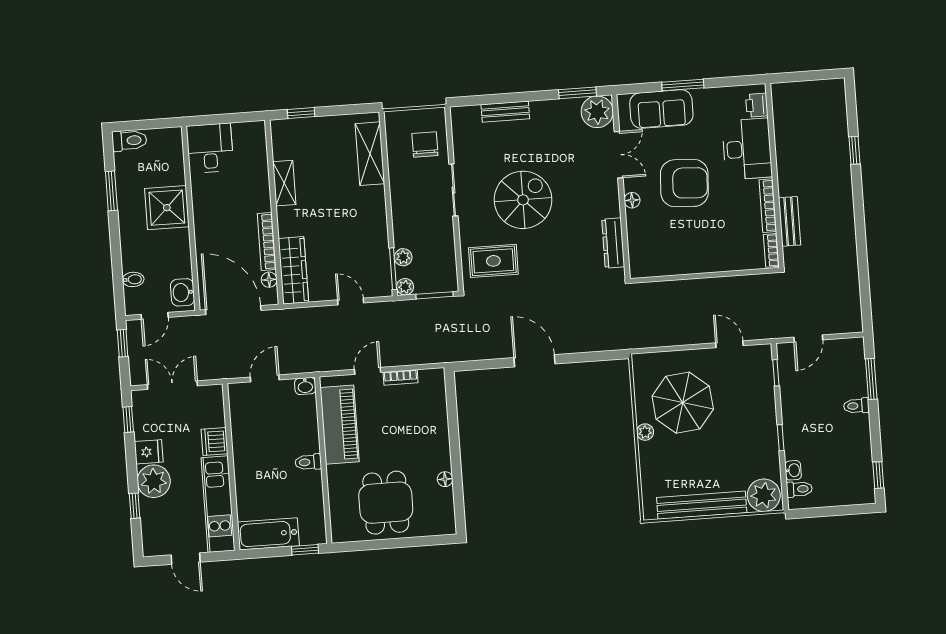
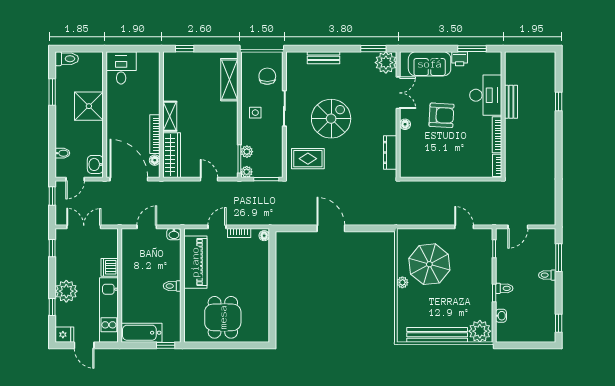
window: (683, 85) -> (472, 49), moved
printer: (757, 105) -> (460, 59), moved, turned -90
shelving: (284, 183) -> (170, 116), moved
armchair: (684, 183) -> (442, 115), width x0.73, depth x0.73
side table: (411, 199) -> (255, 113), added
bench: (790, 221) -> (511, 102), moved
fridge: (149, 452) -> (64, 335), moved
floor lamp: (445, 479) -> (264, 236), moved
toilet: (799, 489) -> (504, 288), moved

